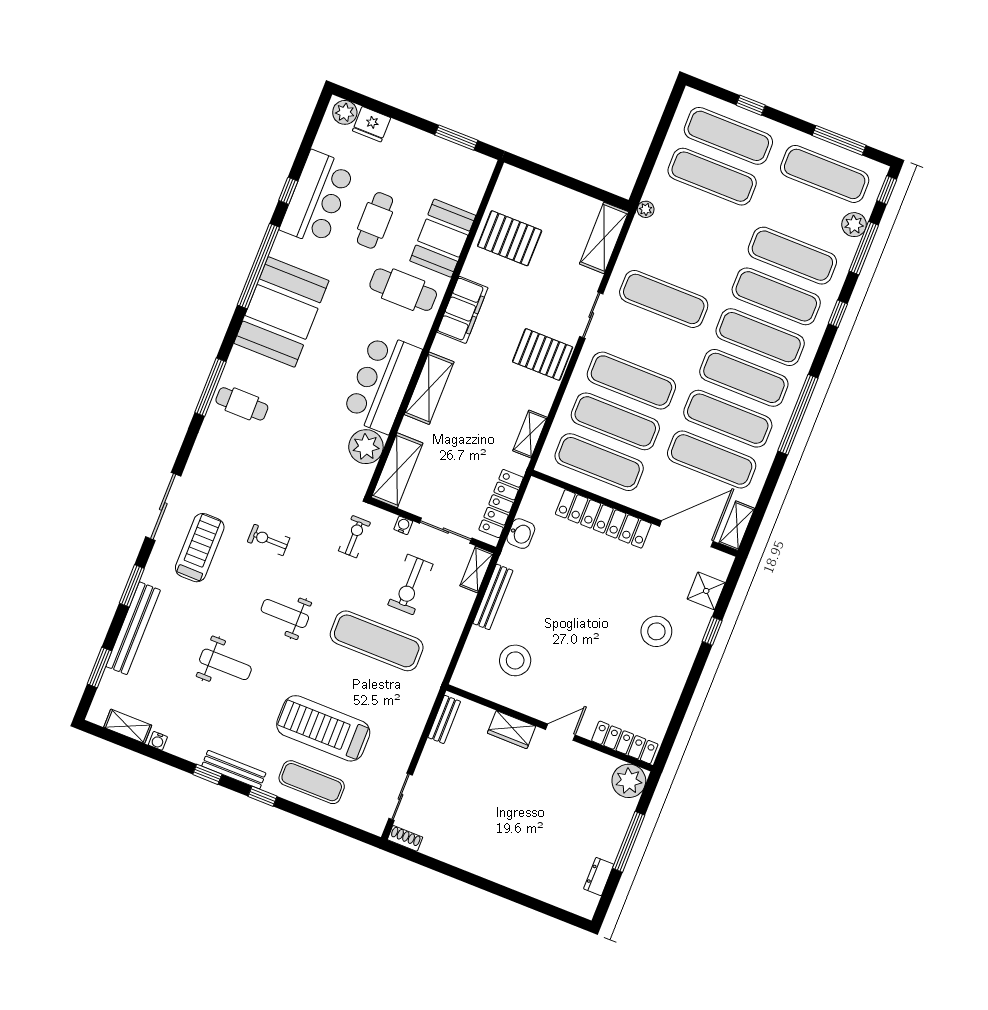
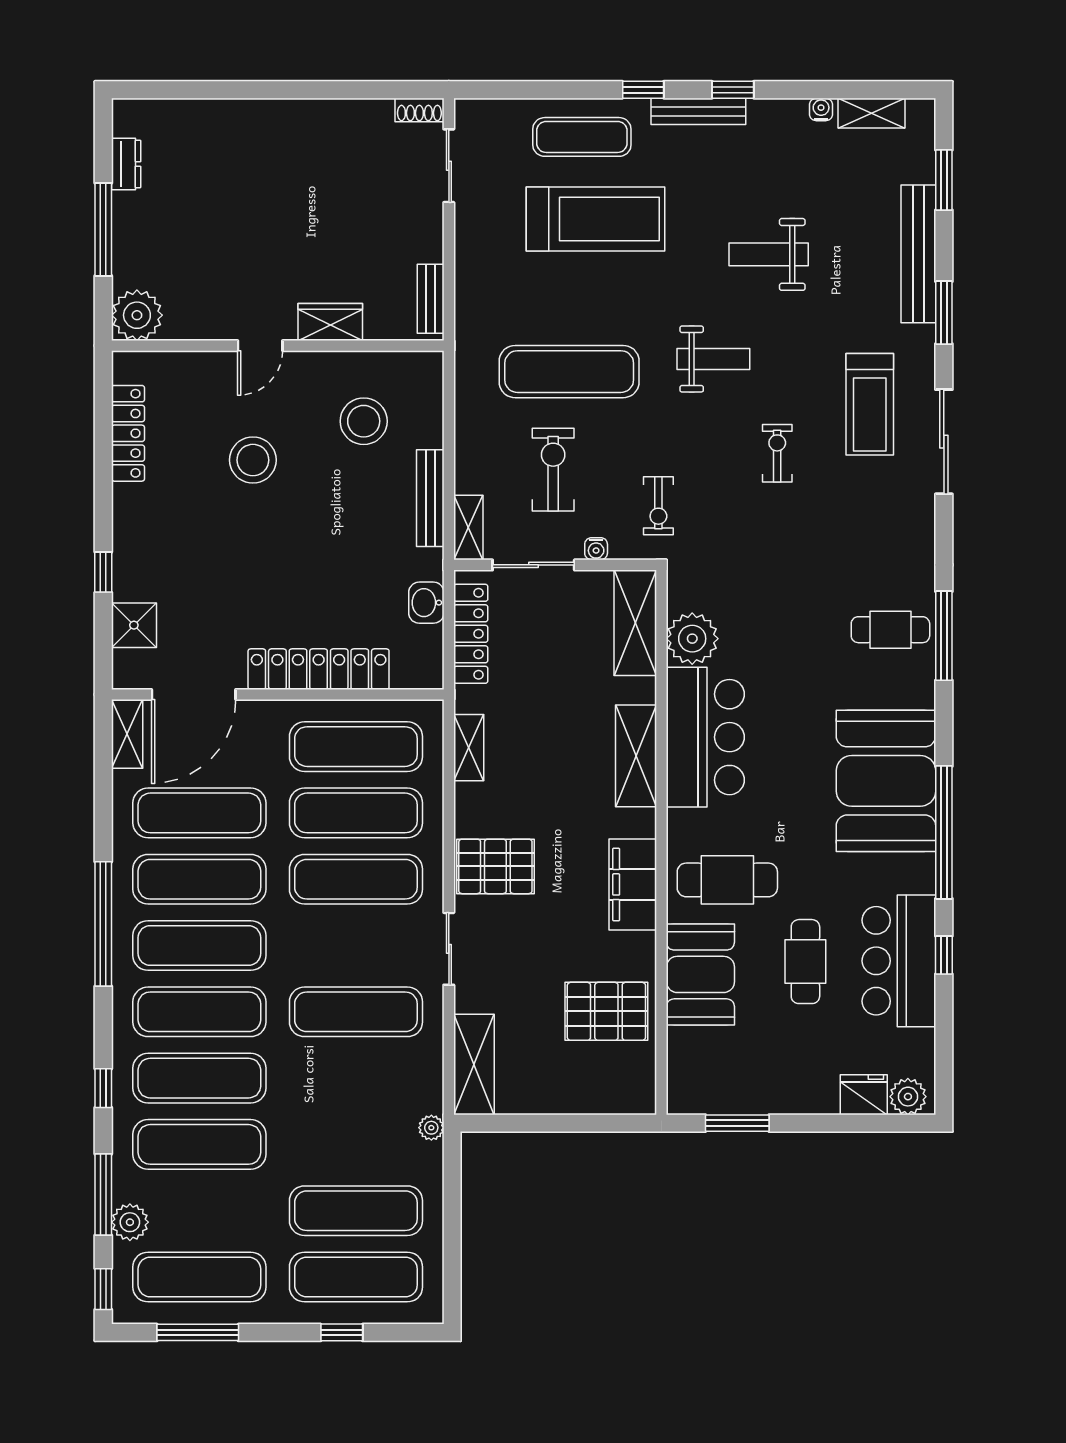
exercise bike: (269, 540) -> (777, 453), turned -90
stool: (656, 631) -> (253, 460), moved
locker: (625, 742) -> (128, 433), moved, turned -90

